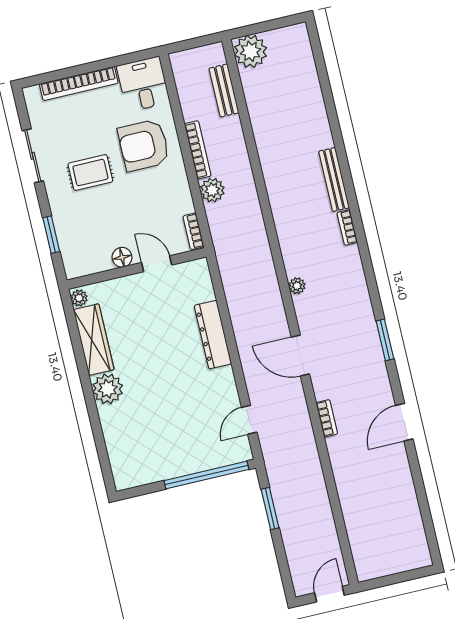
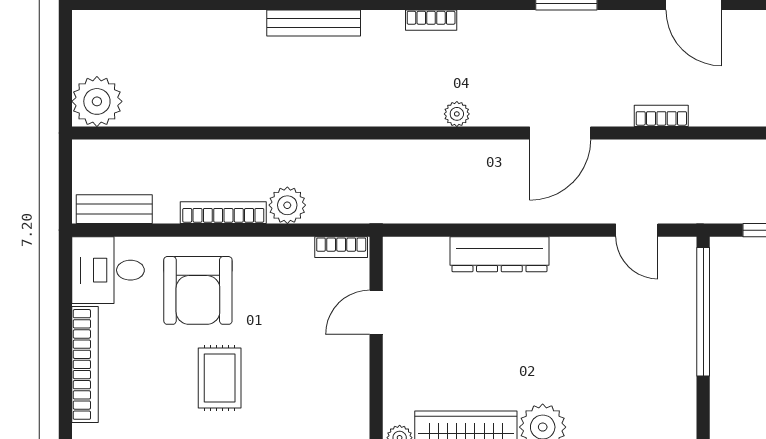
bench: (224, 90) -> (114, 209), moved
bookcase: (347, 227) -> (431, 20), moved
floor lamp: (122, 257) -> (355, 361), removed

